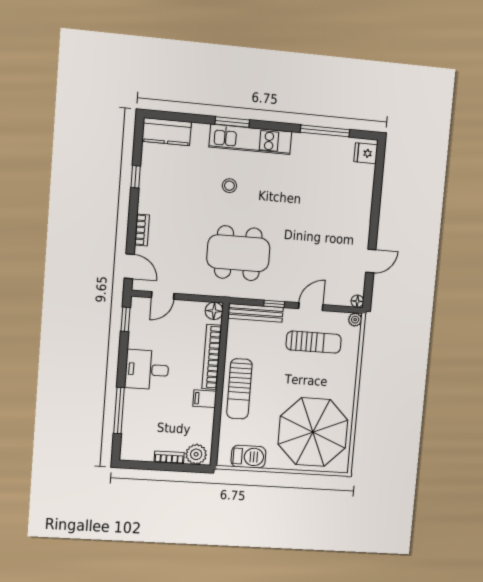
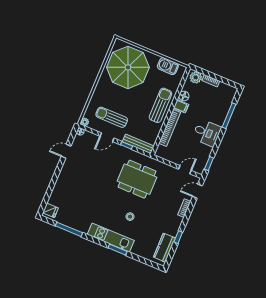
kitchen counter: (167, 132) -> (164, 248), moved, turned -90
door: (129, 266) -> (197, 191), hinge flipped
floor lamp: (214, 311) -> (184, 96), moved

